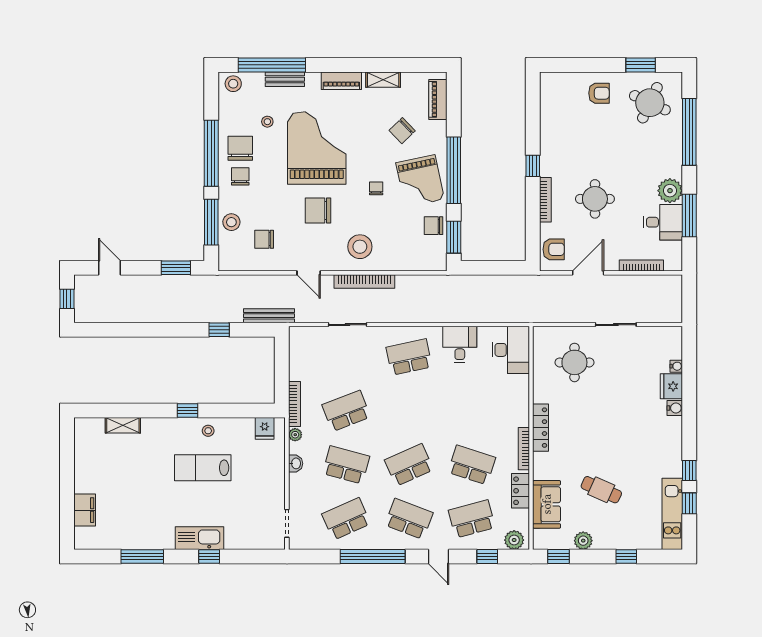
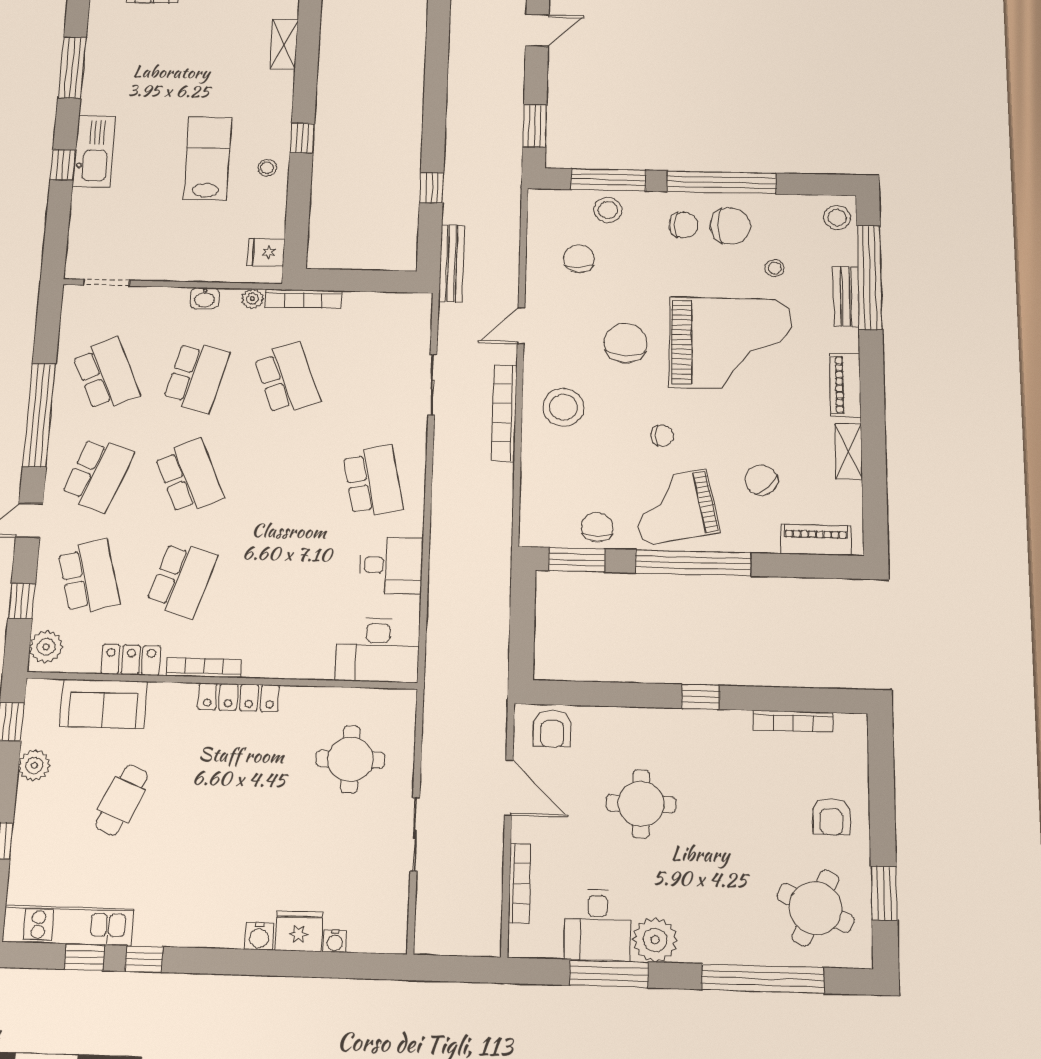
bookcase: (545, 200) -> (793, 721), moved

